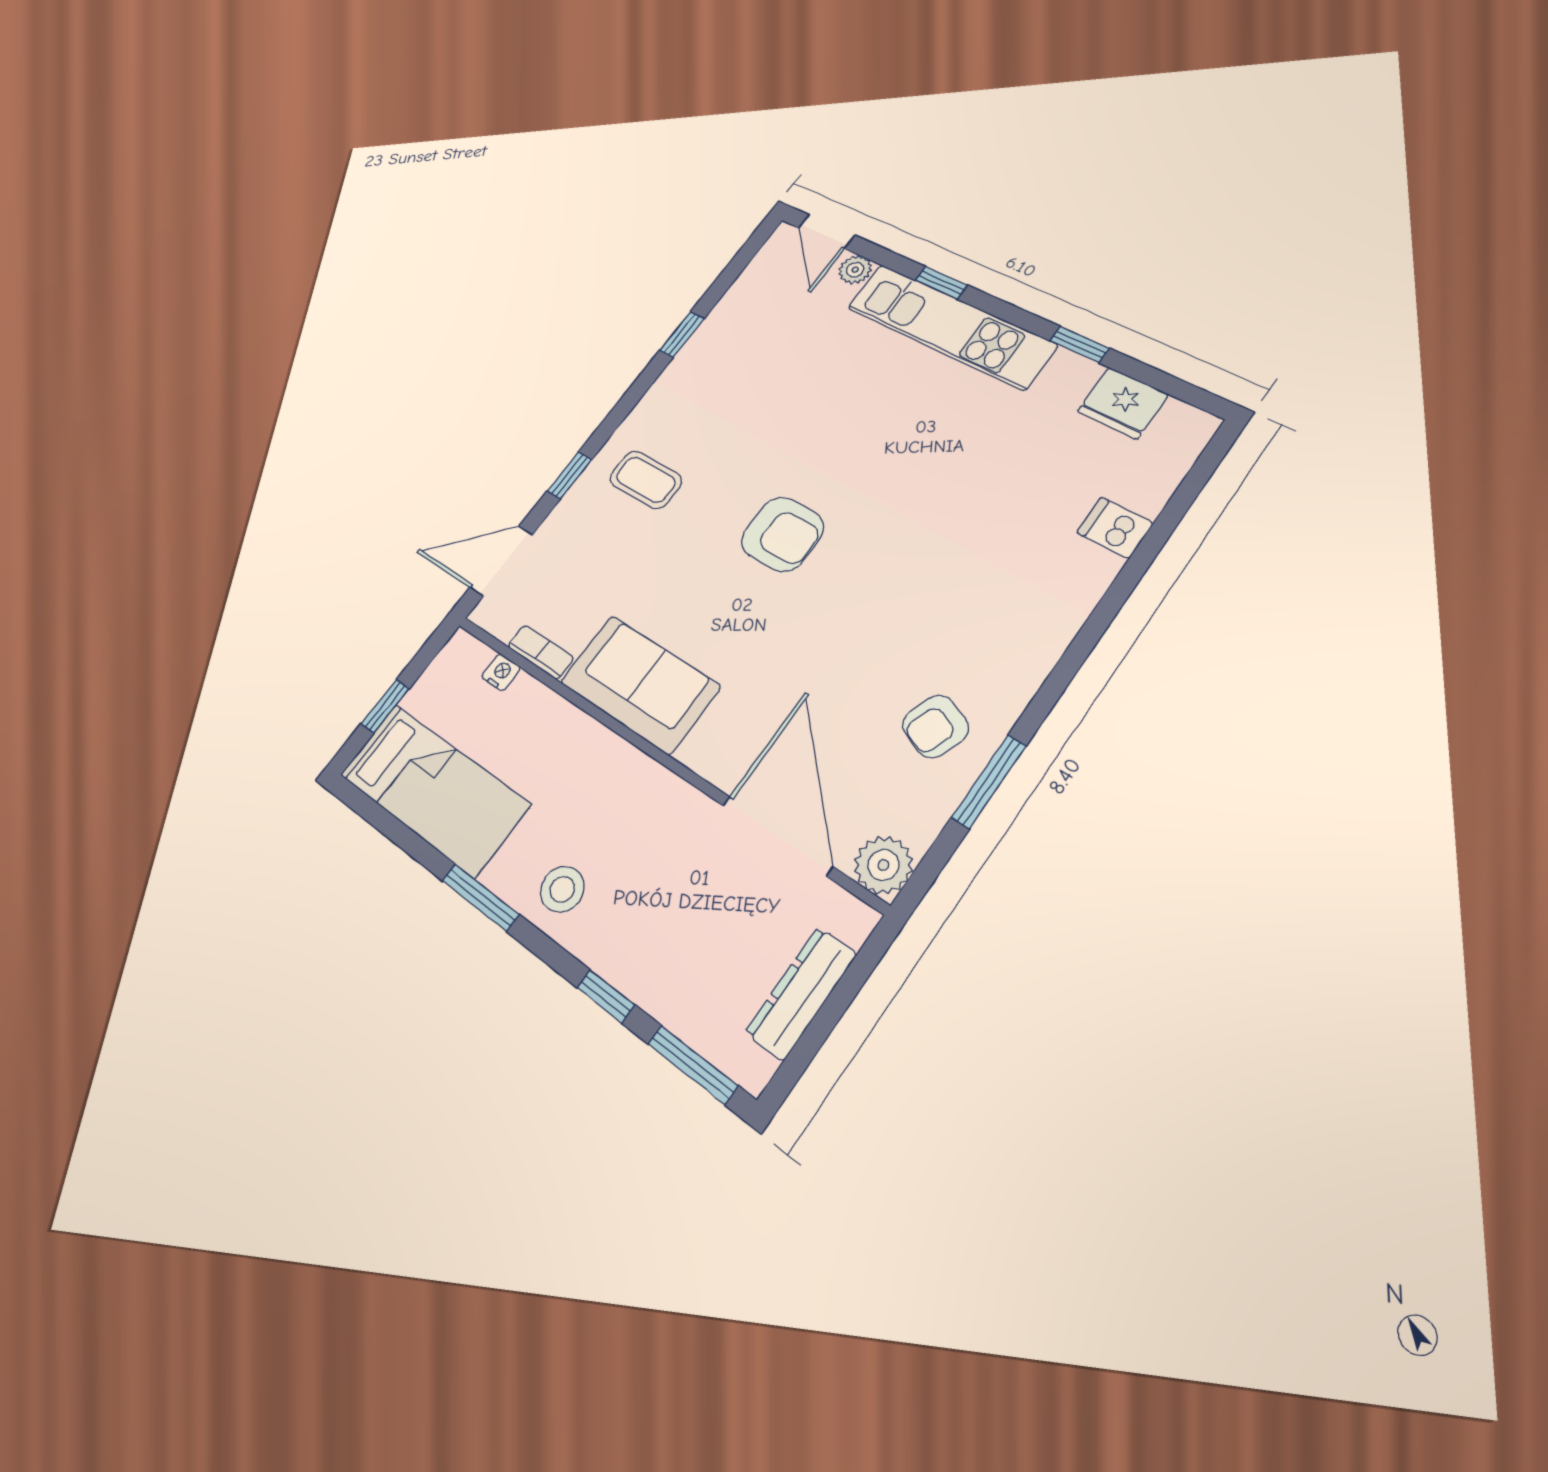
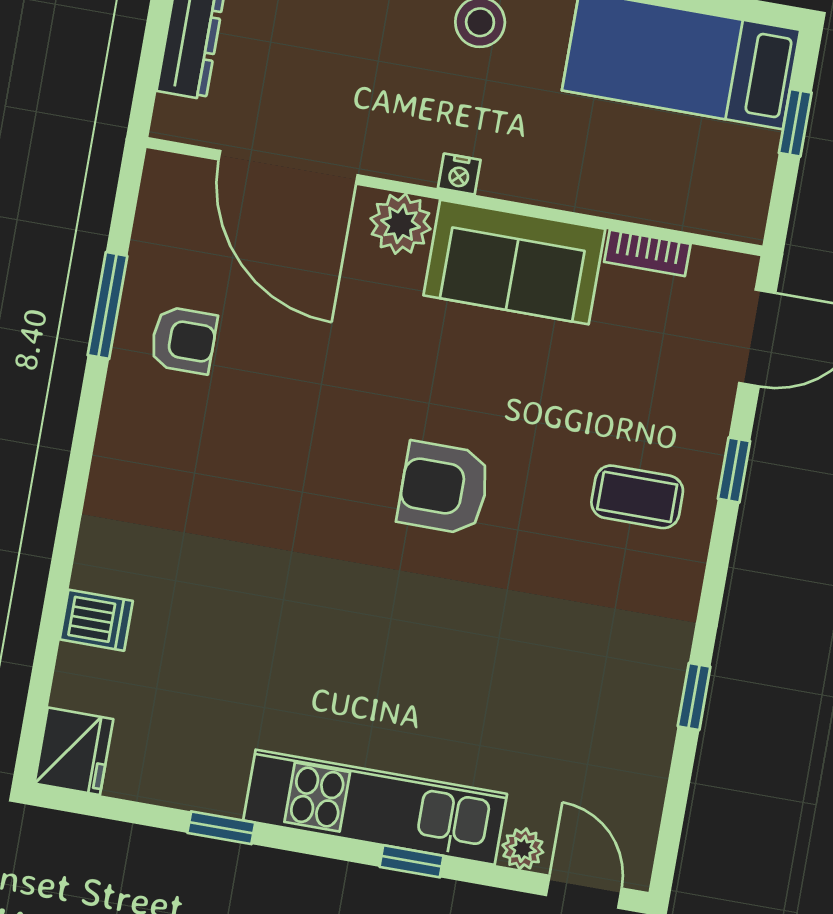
fridge: (1123, 403) -> (74, 751), moved, turned 90
nightstand: (501, 672) -> (459, 174), moved
armchair: (935, 726) -> (183, 340), turned 69
plant: (883, 865) -> (401, 224), moved

